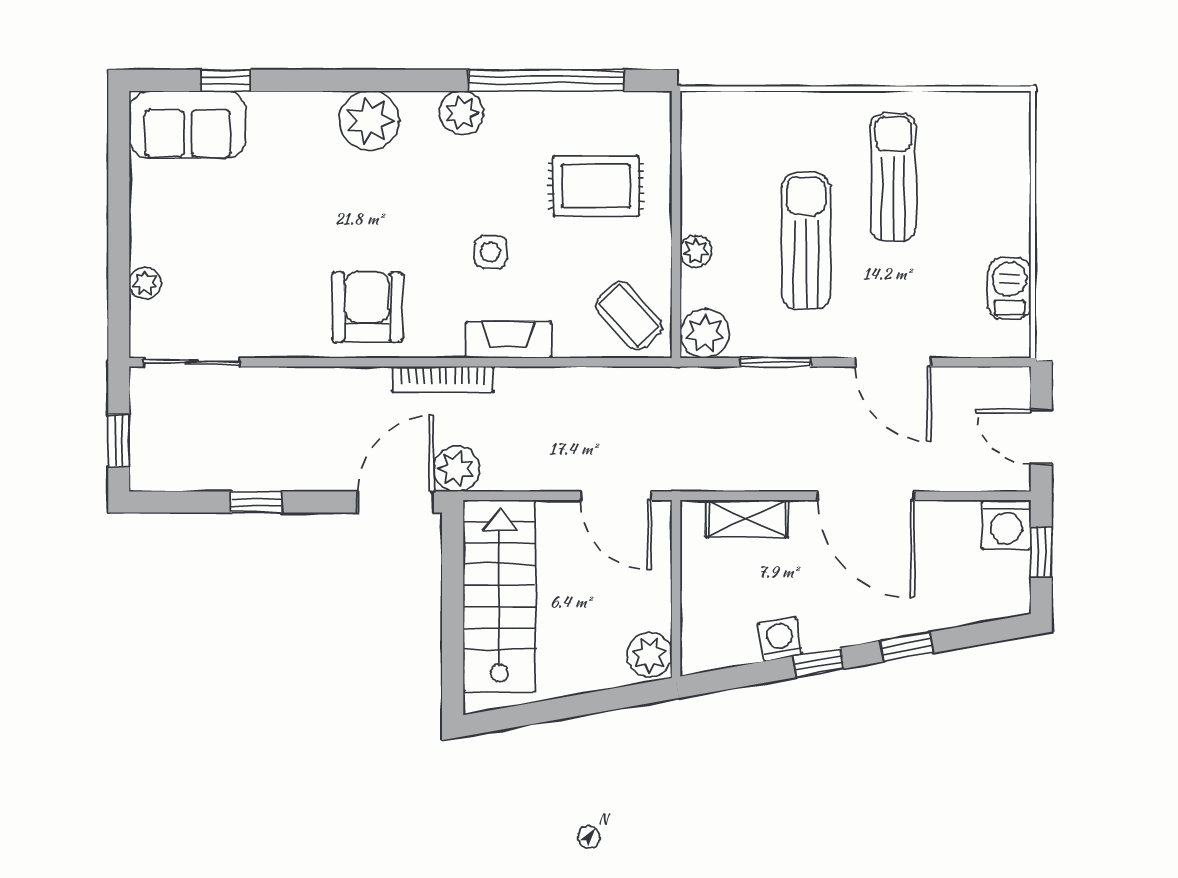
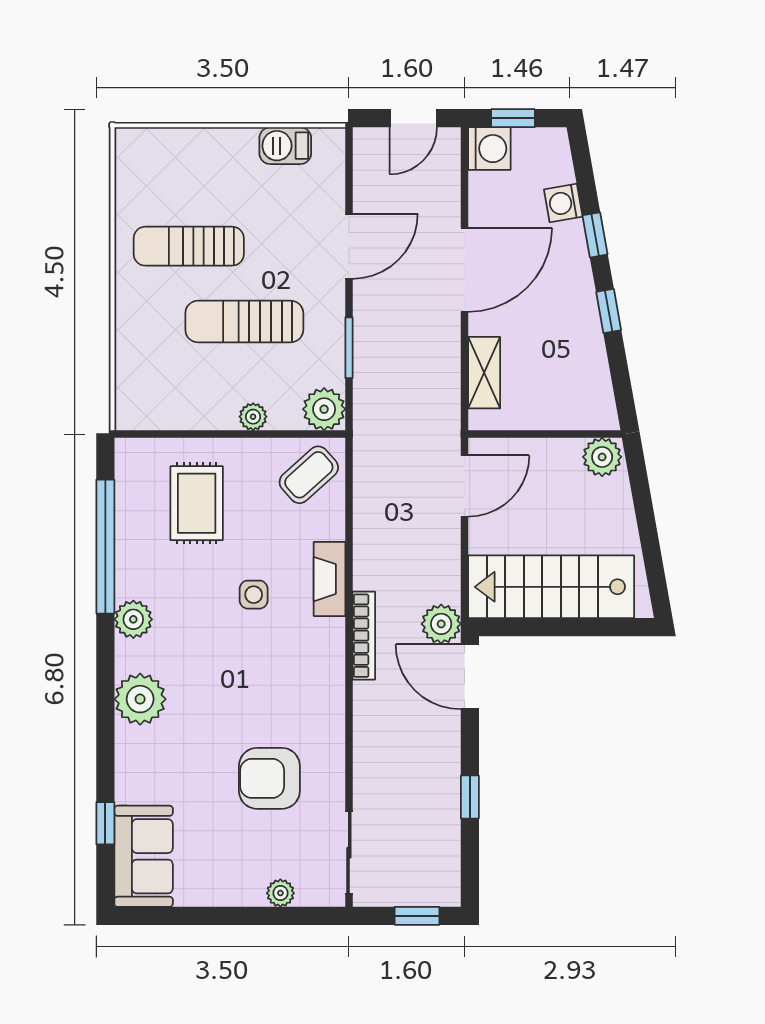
armchair: (367, 307) -> (269, 778), moved
washing machine: (780, 639) -> (563, 203), moved

